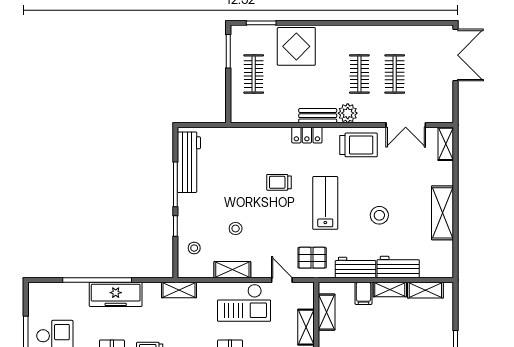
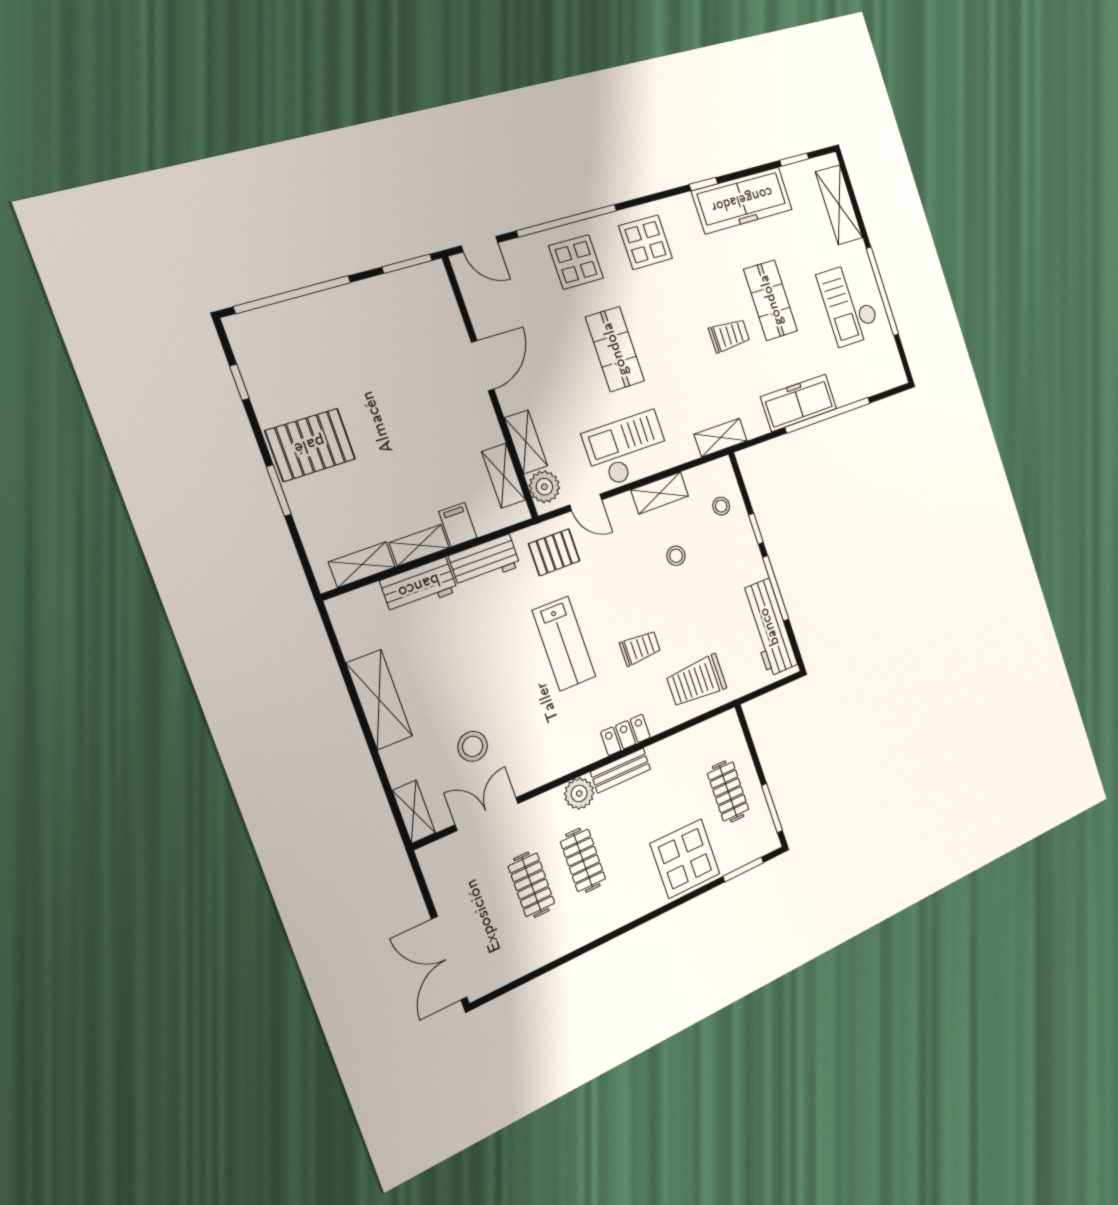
trolley: (359, 145) -> (696, 681), moved
stool: (379, 215) -> (473, 746), moved
plant: (304, 298) -> (544, 487), added

